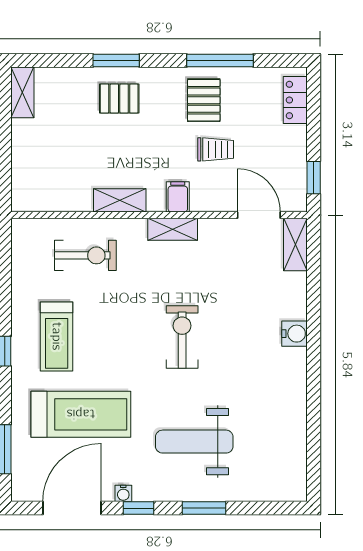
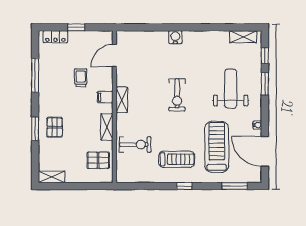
pallet: (204, 100) -> (98, 160), moved
window: (314, 178) -> (76, 27), moved
shelving: (295, 245) -> (243, 37), moved
exercise bike: (85, 255) -> (135, 145), turned 90
exercise bike: (182, 337) -> (177, 95), turned -90
weight bench: (194, 442) -> (231, 89), turned 180
window: (139, 508) -> (265, 55), moved

